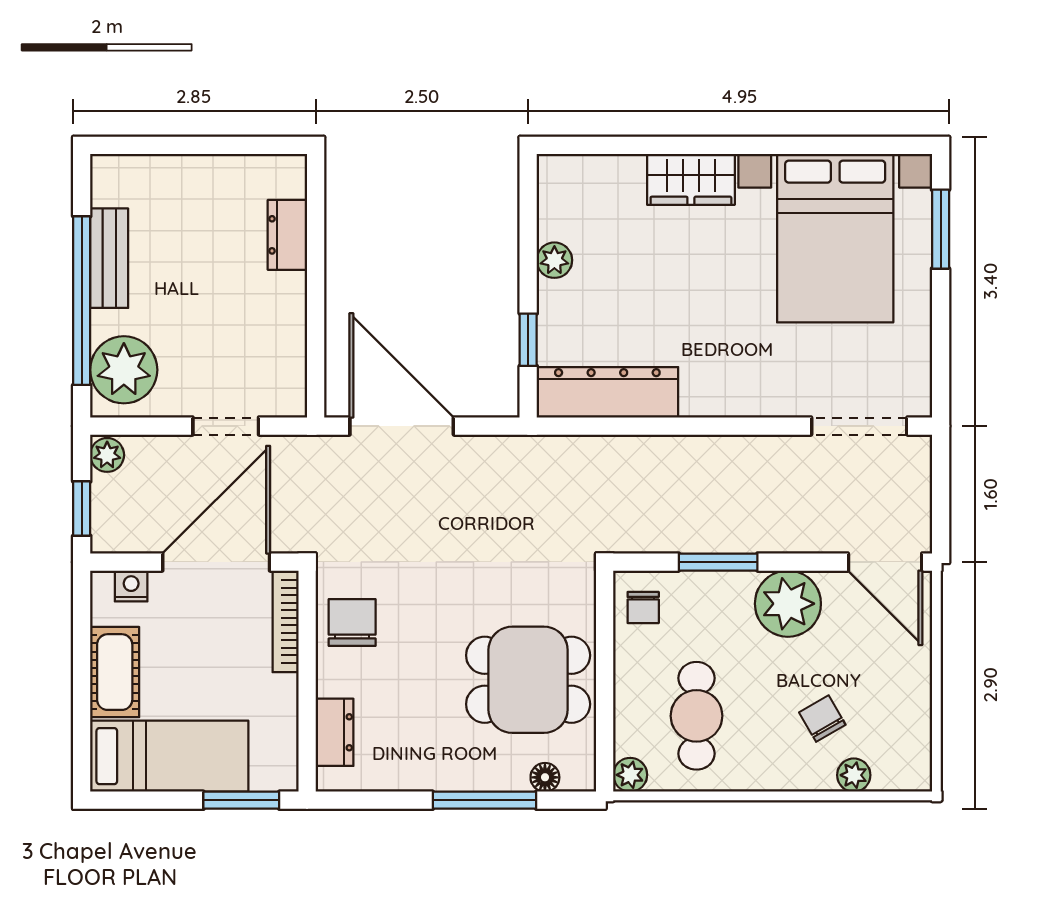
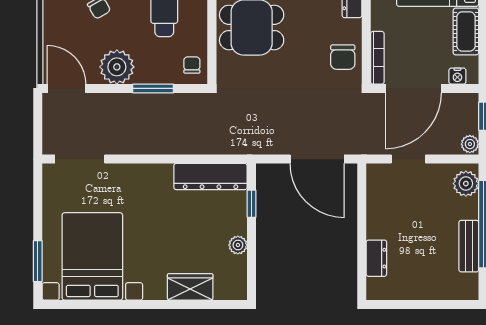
wardrobe: (691, 179) -> (190, 287), moved
plant: (124, 370) -> (466, 184), width x0.73, depth x0.73

